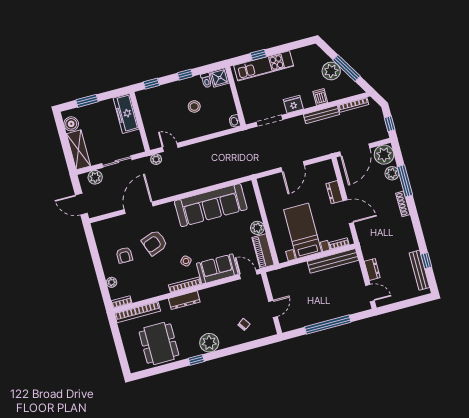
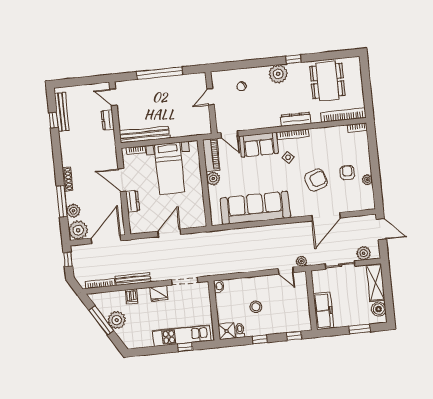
plant: (112, 282) -> (367, 180), moved

